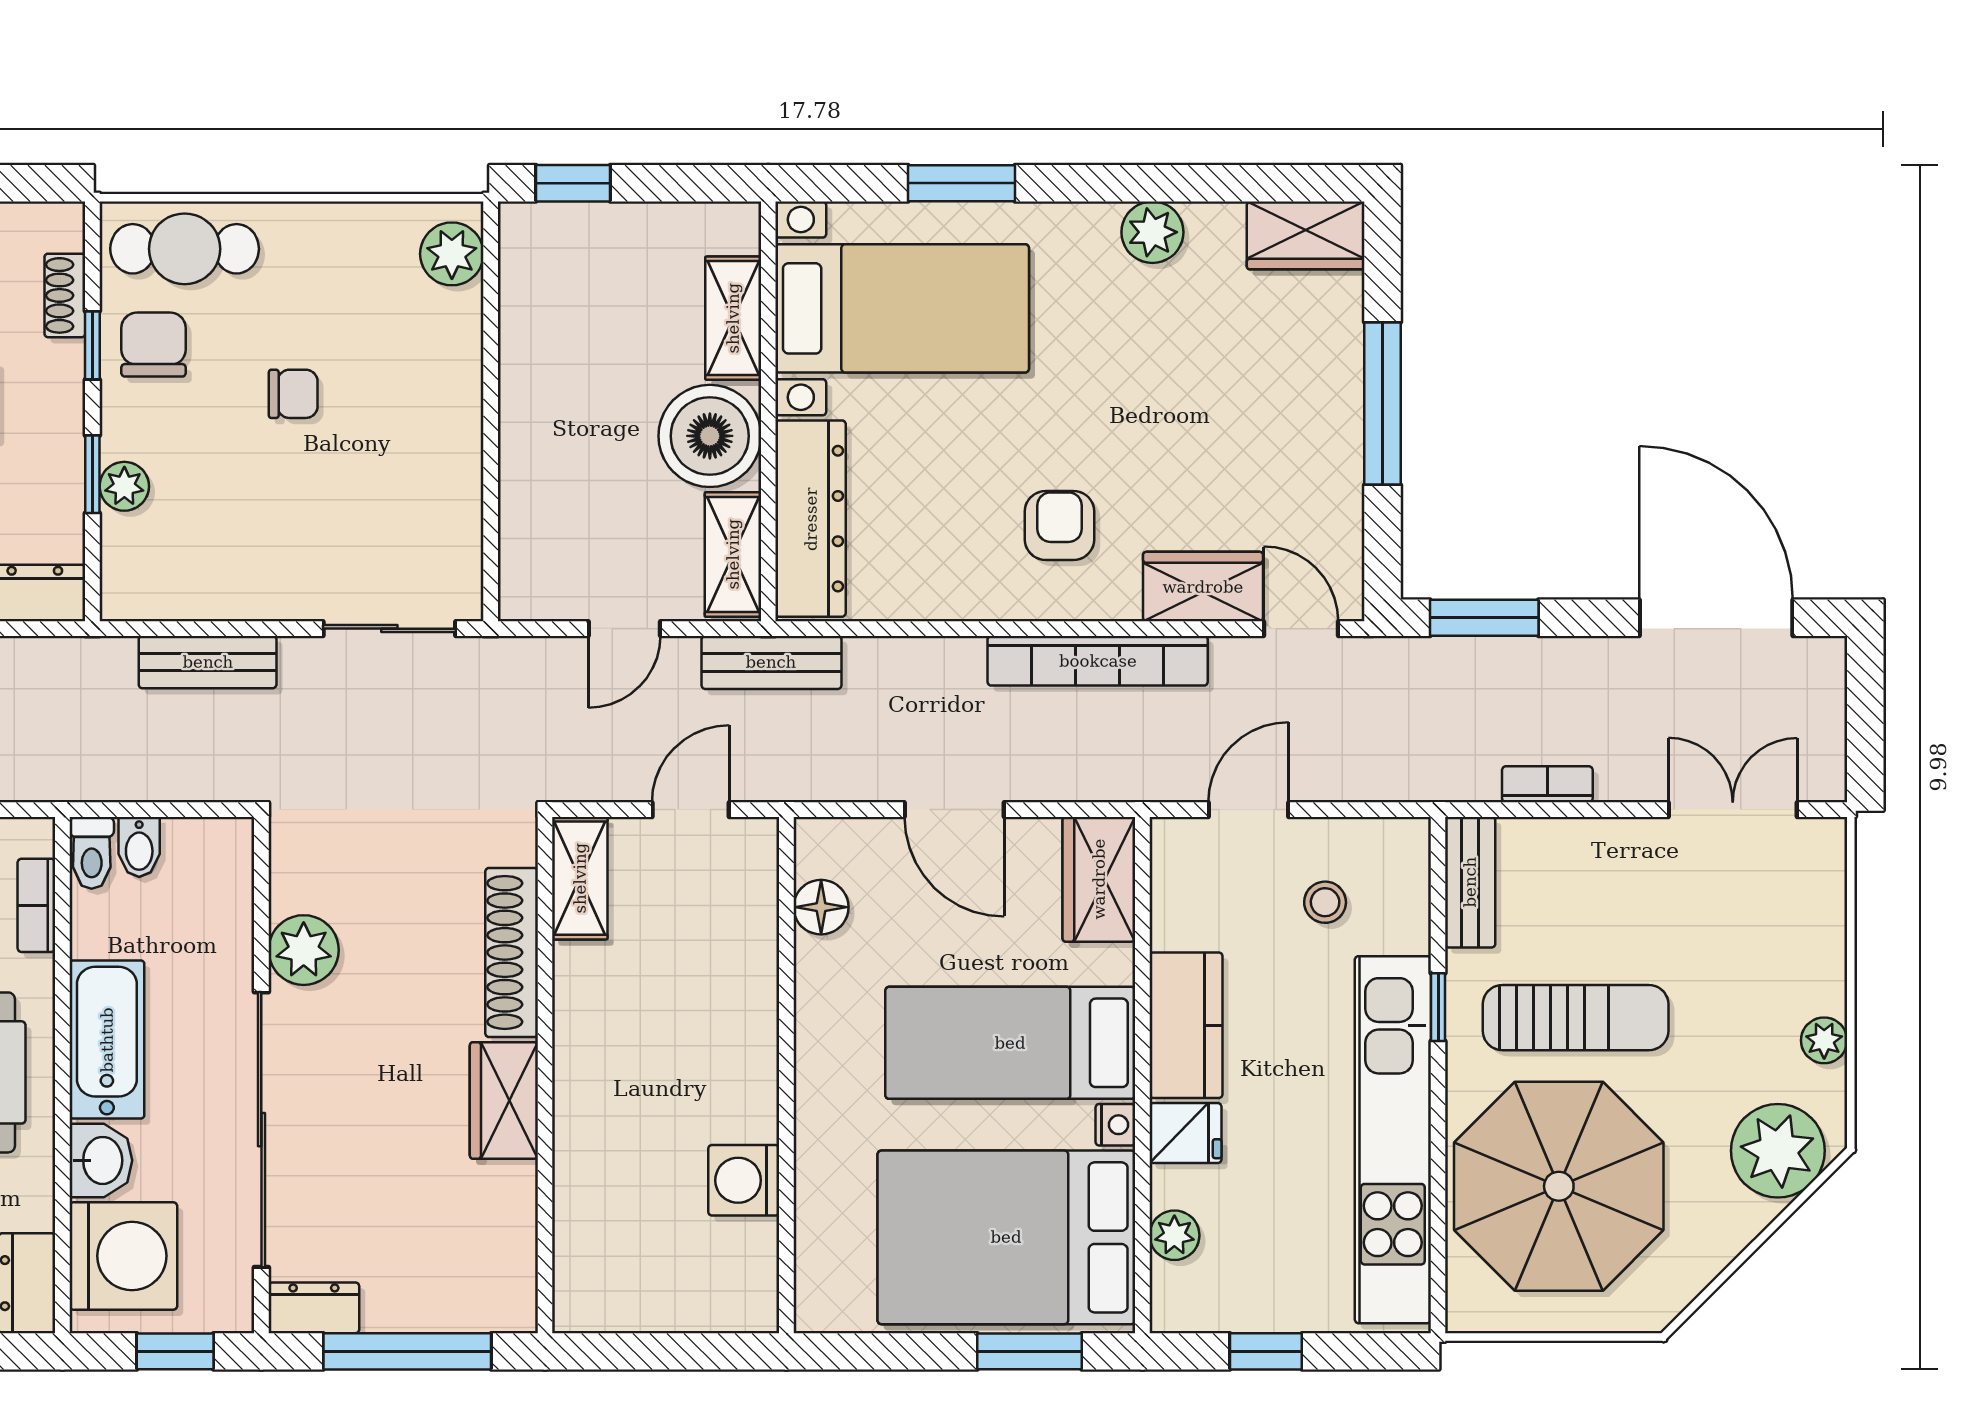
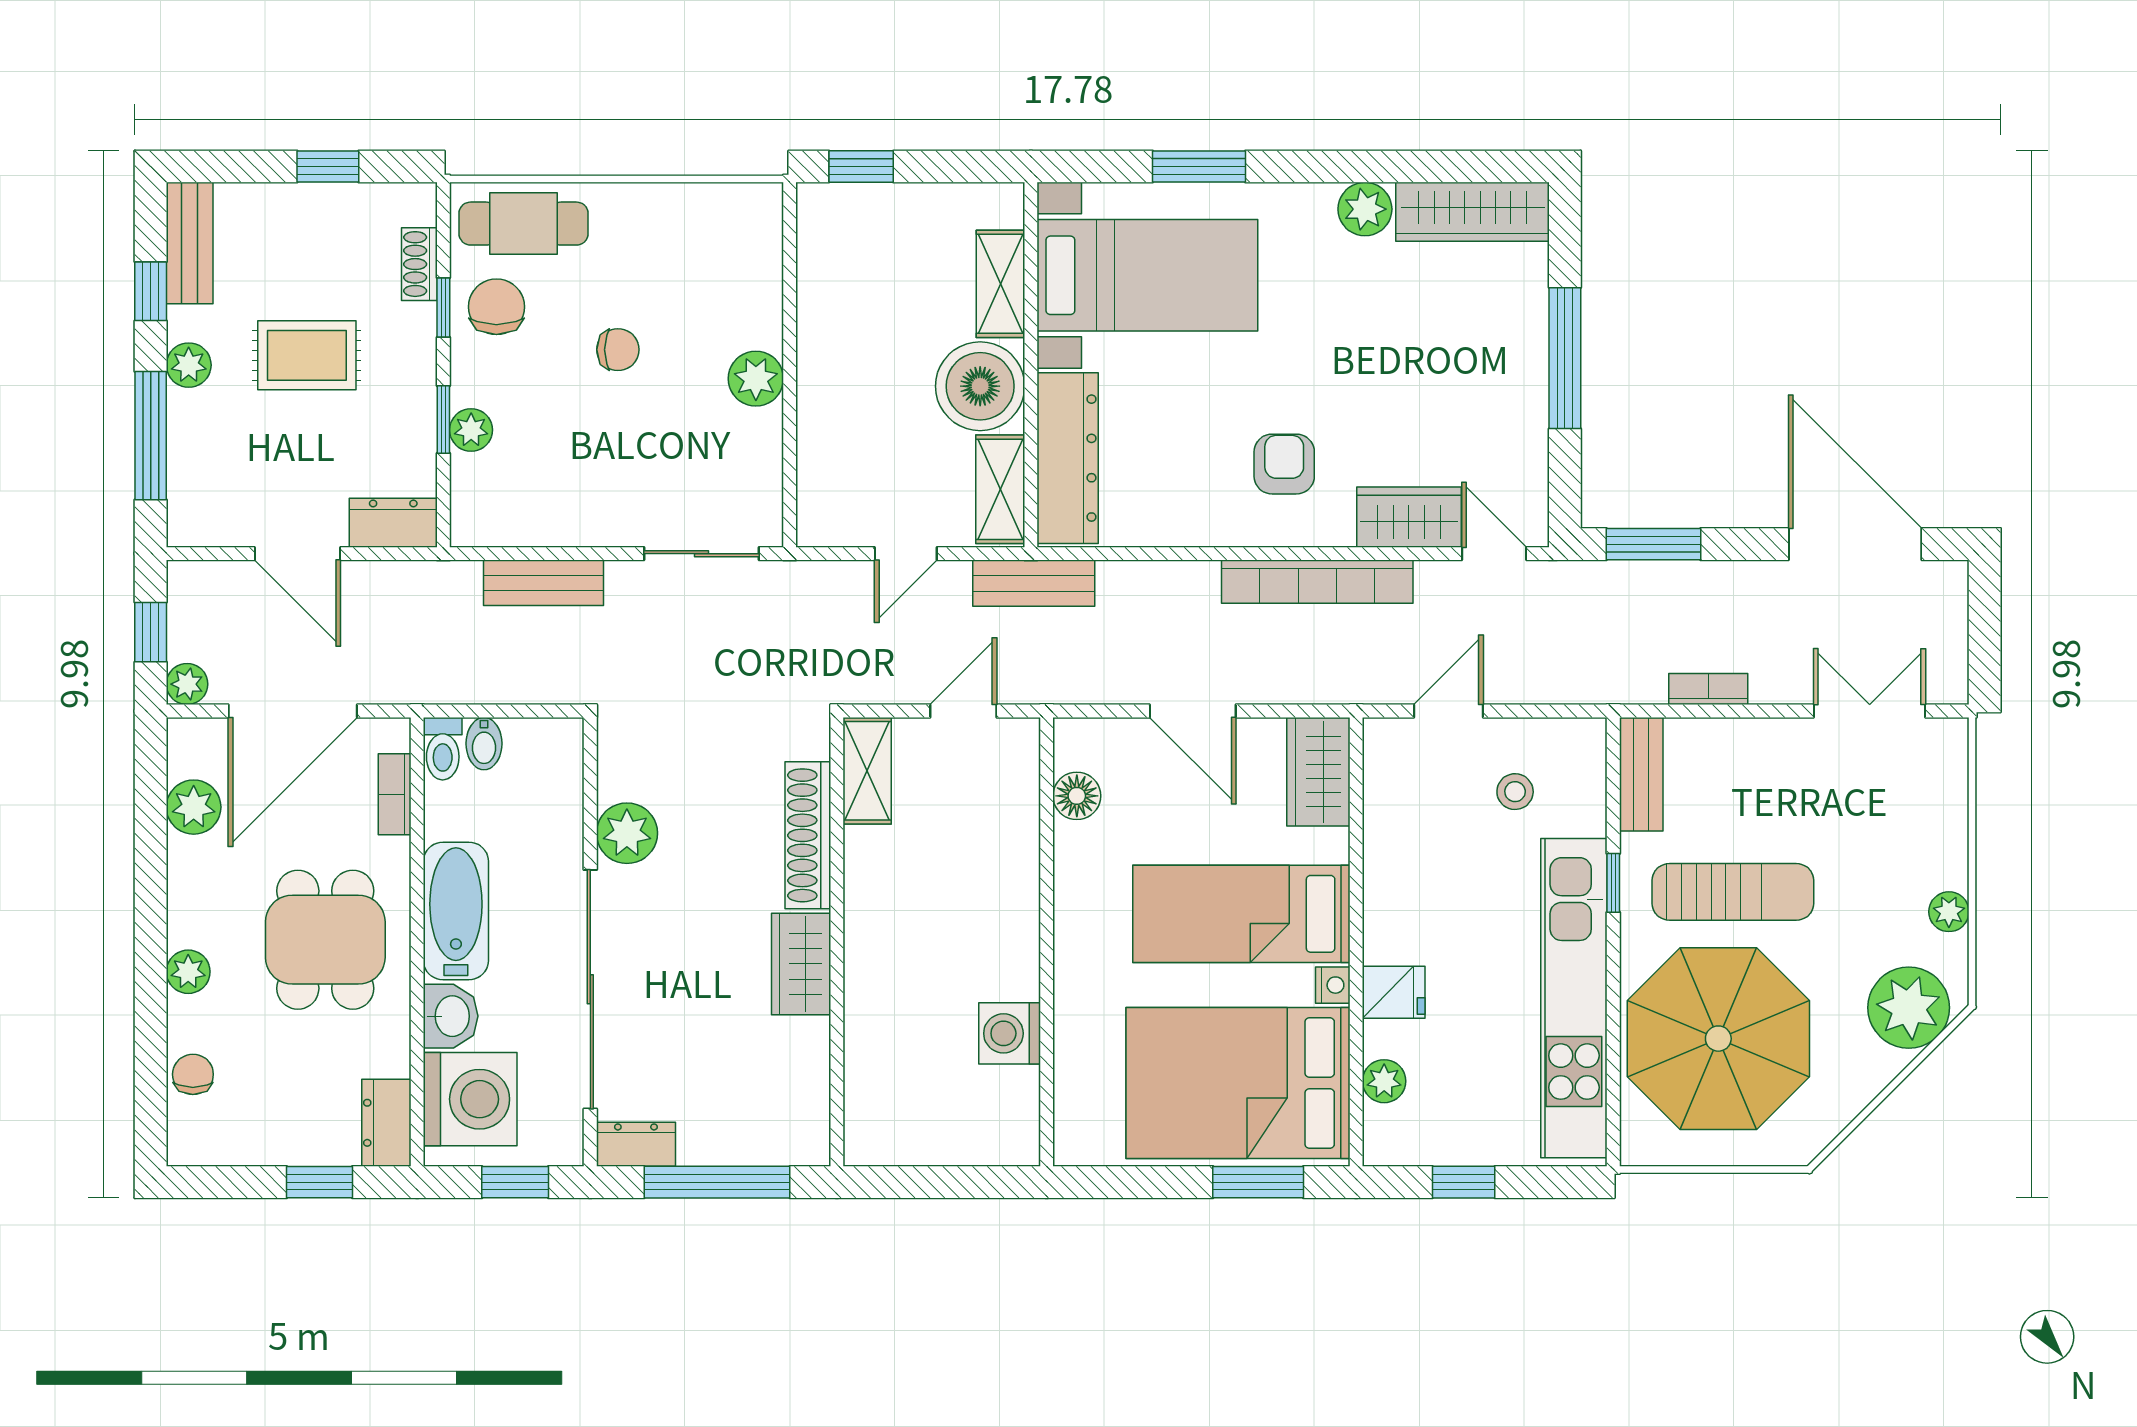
wardrobe: (1306, 235) -> (1473, 212), width x1.50
plant: (452, 254) -> (756, 379), moved
kitchen counter: (1186, 1025) -> (1394, 899), removed

